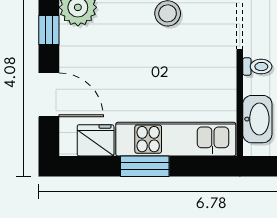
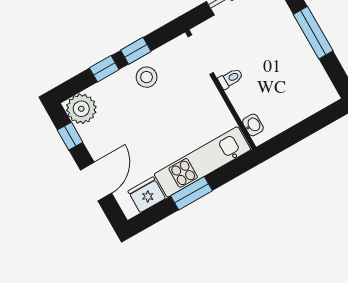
door: (49, 95) -> (96, 182), hinge flipped
washbasin: (257, 119) -> (253, 125), width x0.52, depth x0.69

